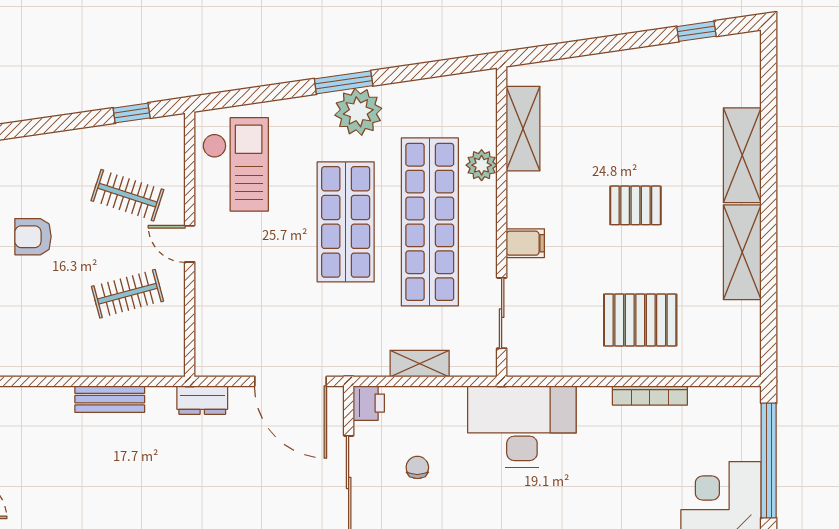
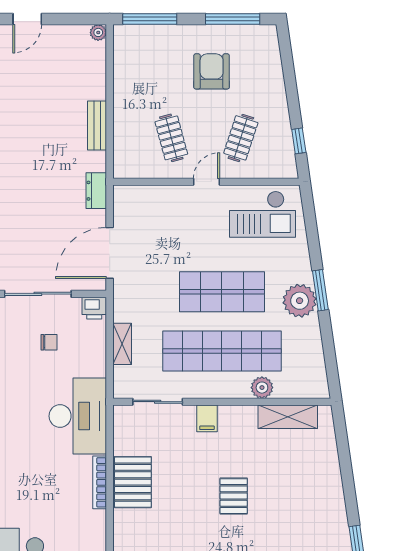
armchair: (33, 237) -> (212, 71), width x1.38, depth x1.38
pallet: (640, 320) -> (133, 482), moved
bookcase: (650, 395) -> (100, 482), moved

